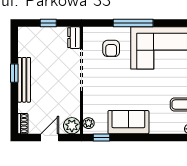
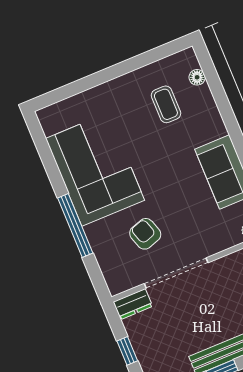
armchair: (111, 48) -> (145, 234), moved, turned -108

